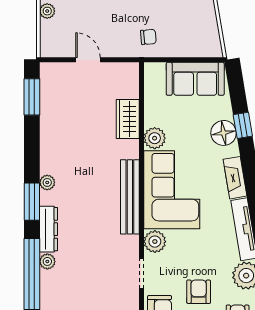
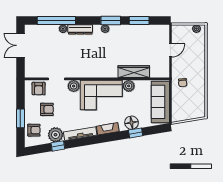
sofa: (195, 79) -> (160, 102), width x1.36
window: (32, 97) -> (139, 20), moved
wardrobe: (128, 119) -> (134, 72), width x1.50
bench: (130, 197) -> (97, 73), removed
window: (32, 202) -> (111, 20), moved

